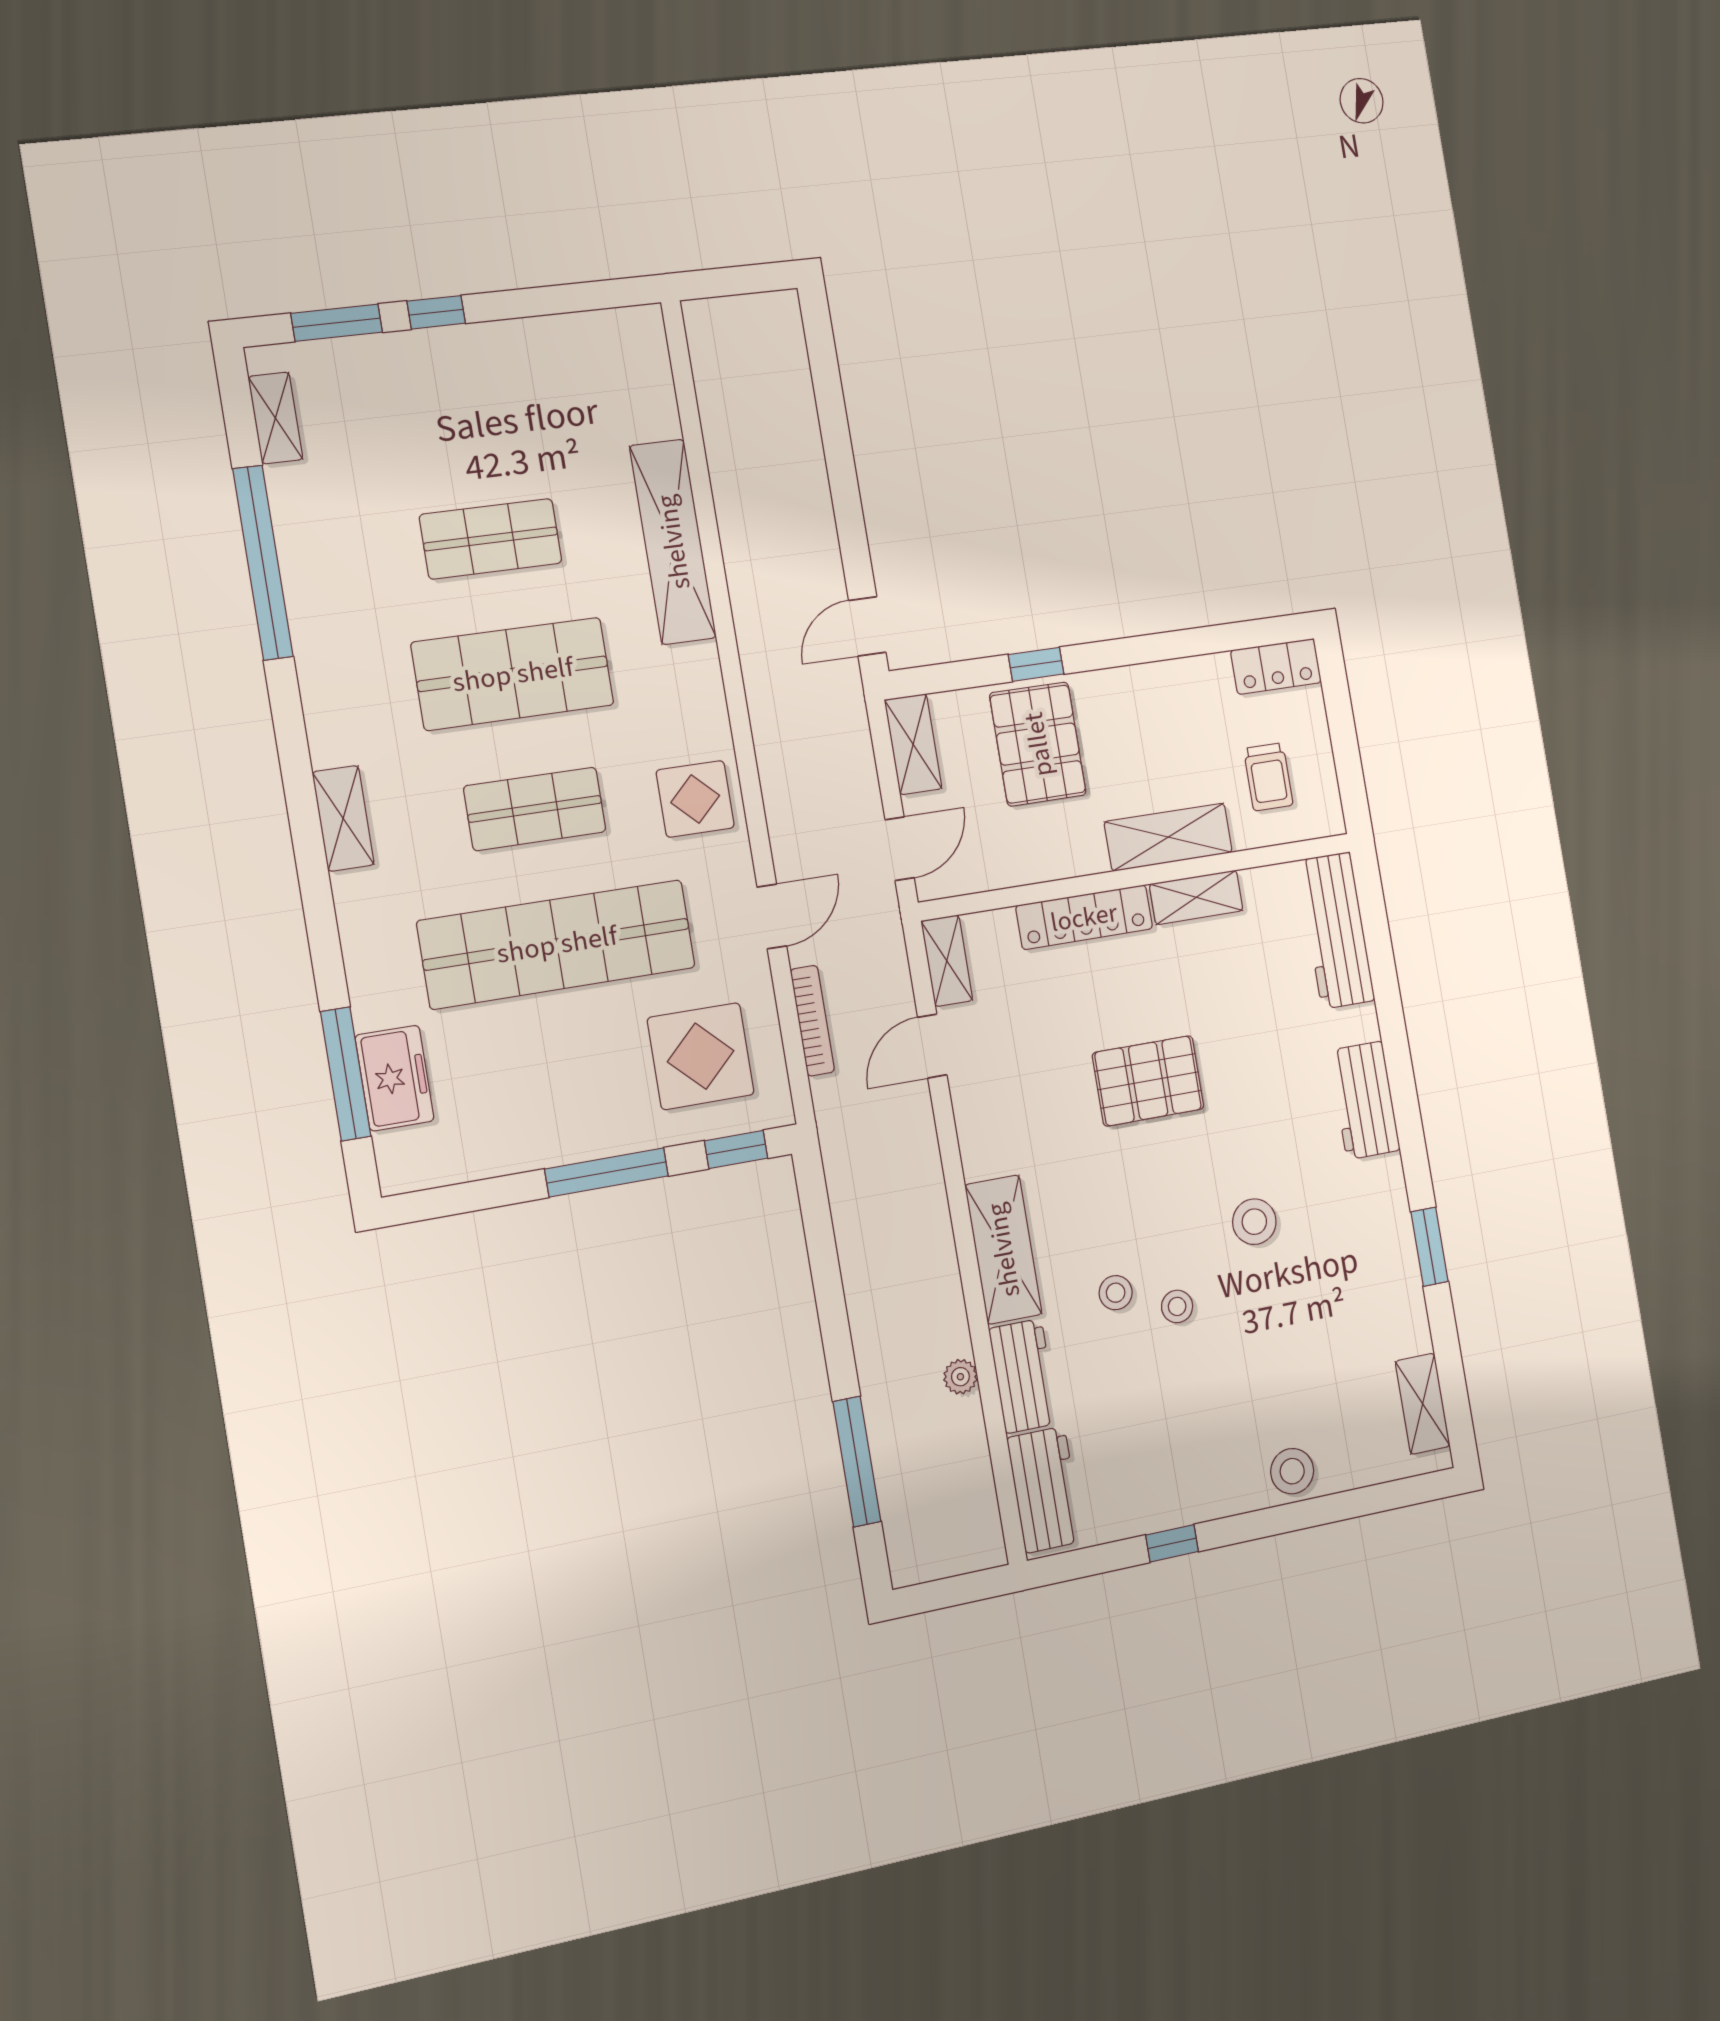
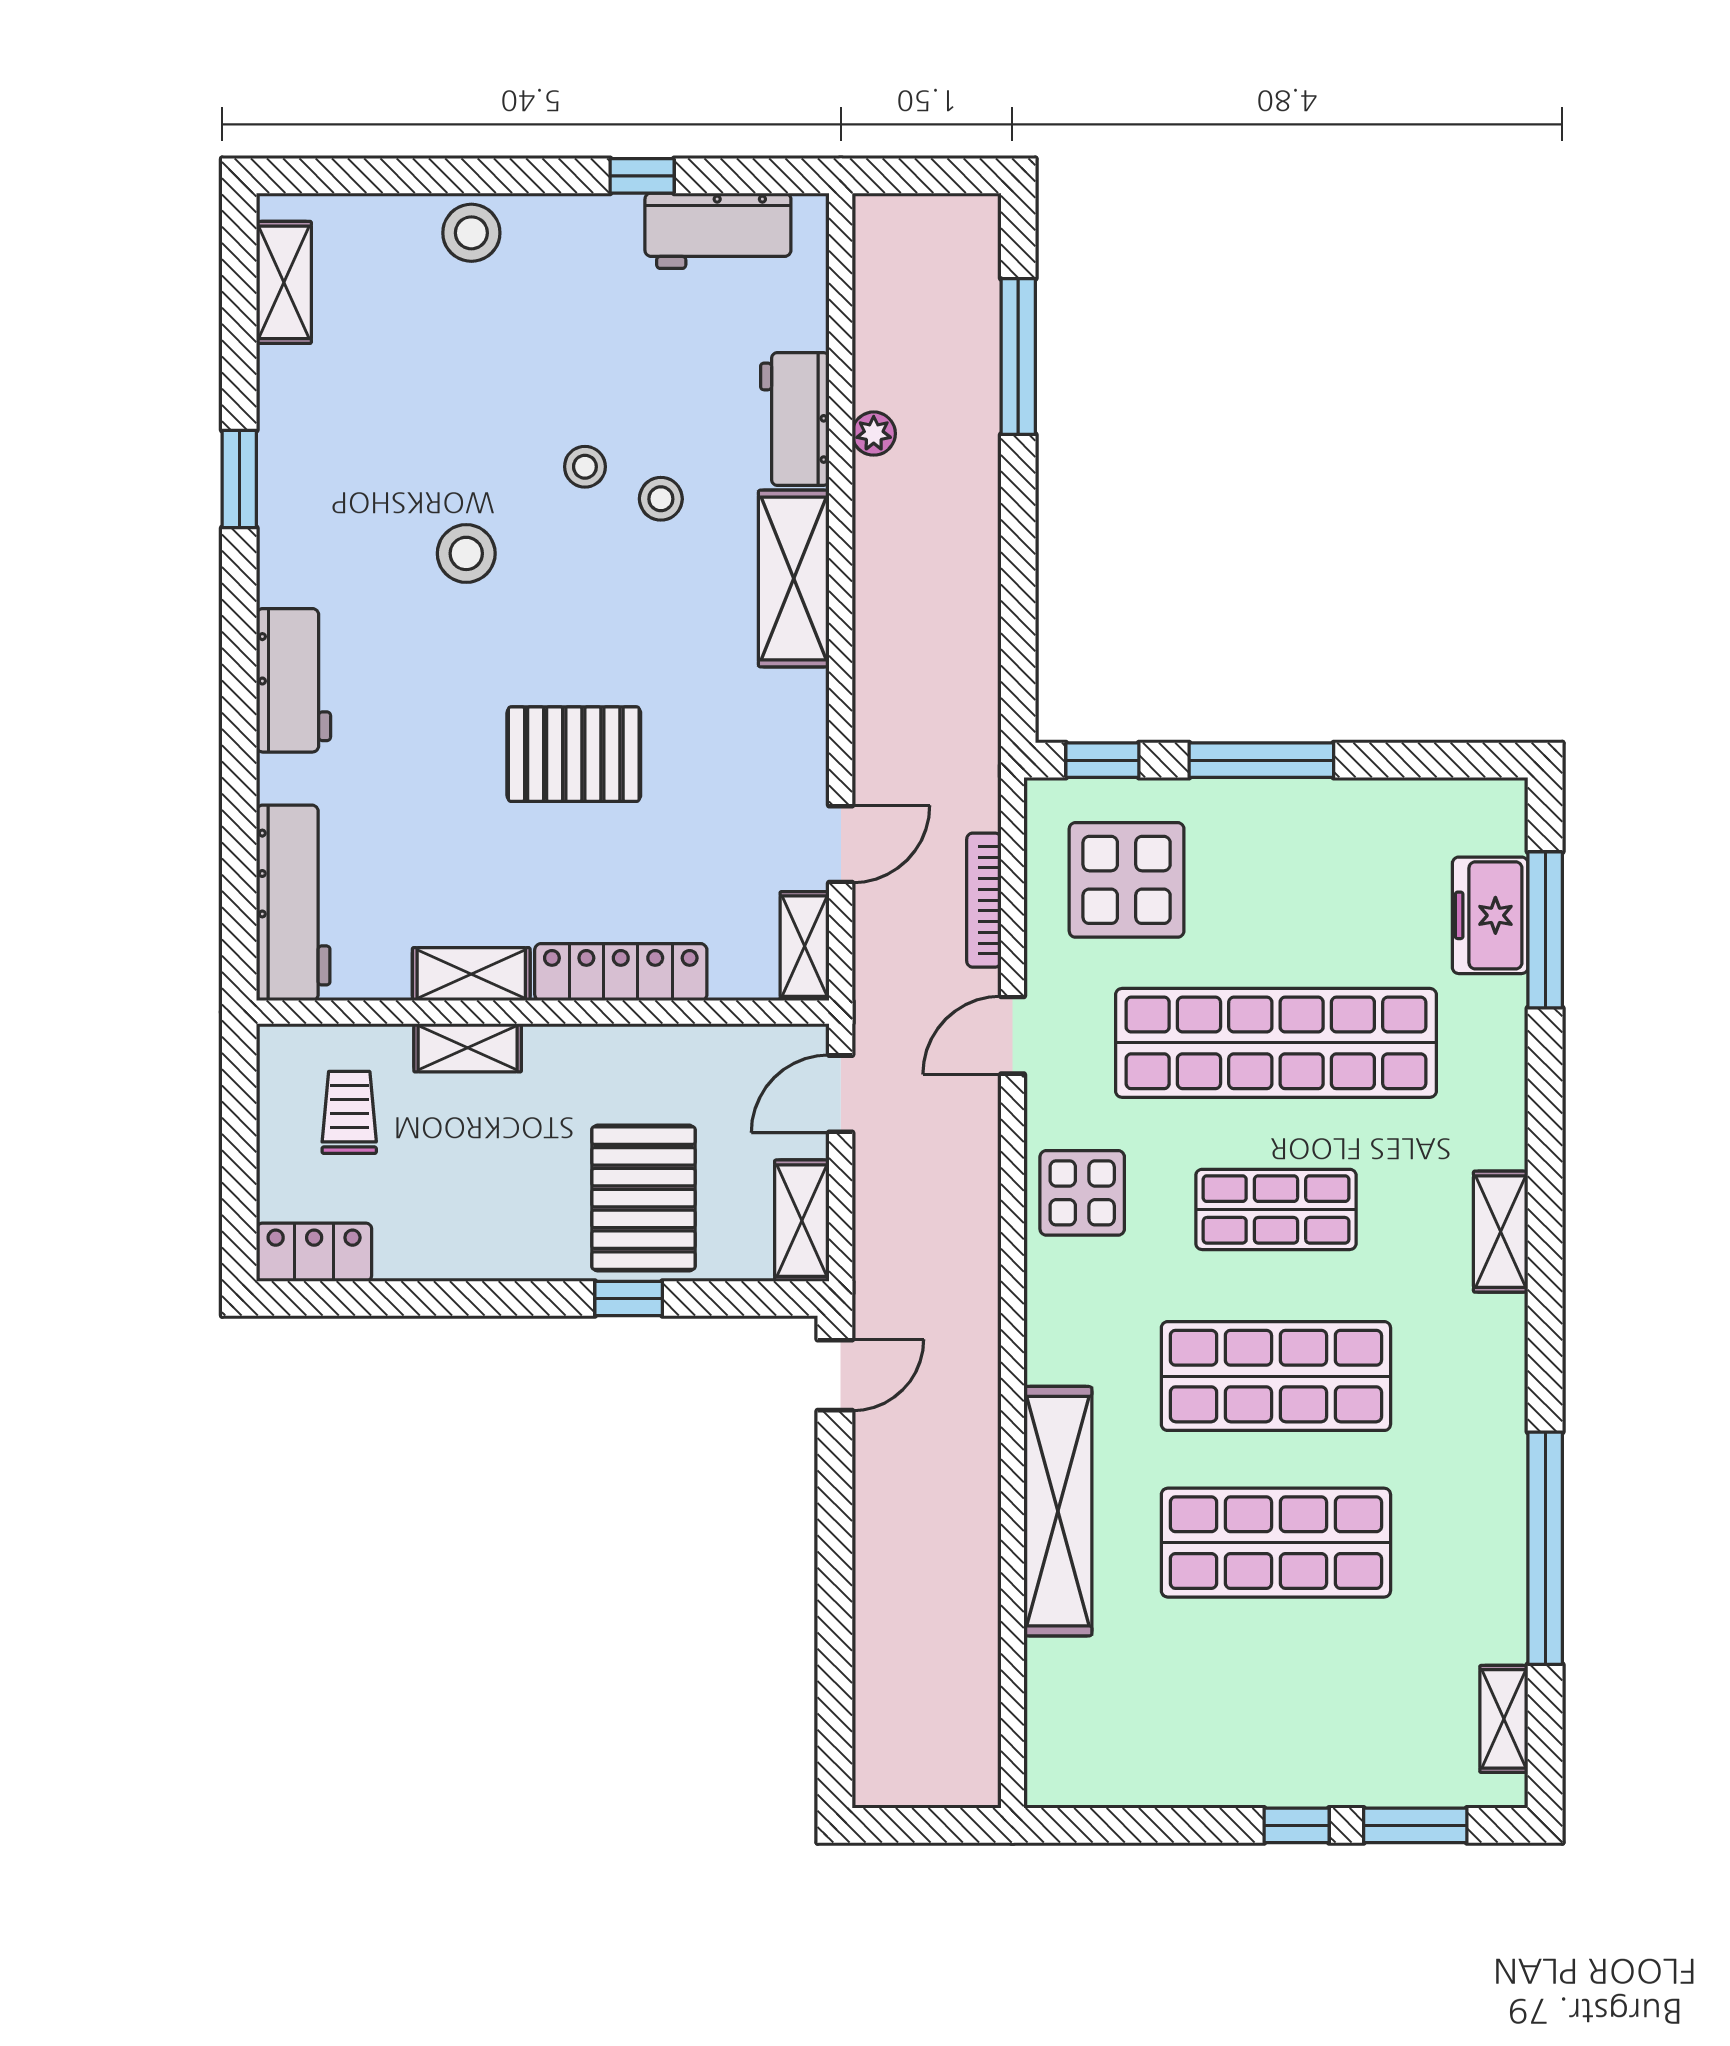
shop shelf: (491, 539) -> (1276, 1543), width x1.43, depth x1.36
shelving: (1168, 837) -> (468, 1048), width x0.67, depth x0.75
workbench: (1045, 1490) -> (718, 231), moved, turned -90

